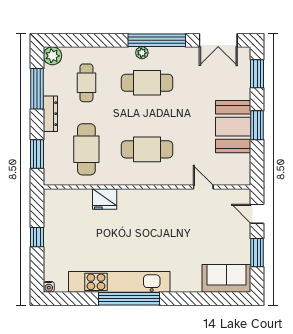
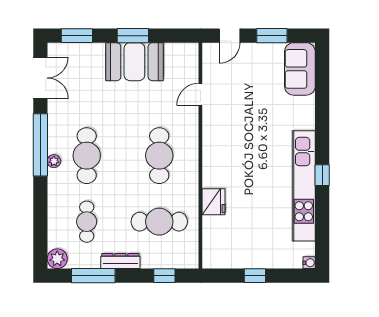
cafe table: (86, 83) -> (87, 222), turned 90
window: (37, 154) -> (164, 276), width x0.67
window: (129, 299) -> (322, 175), width x0.32

